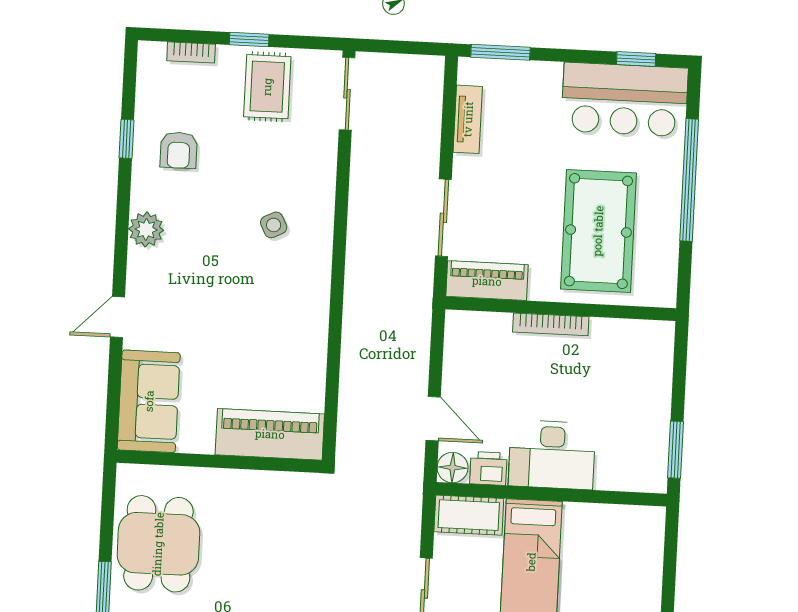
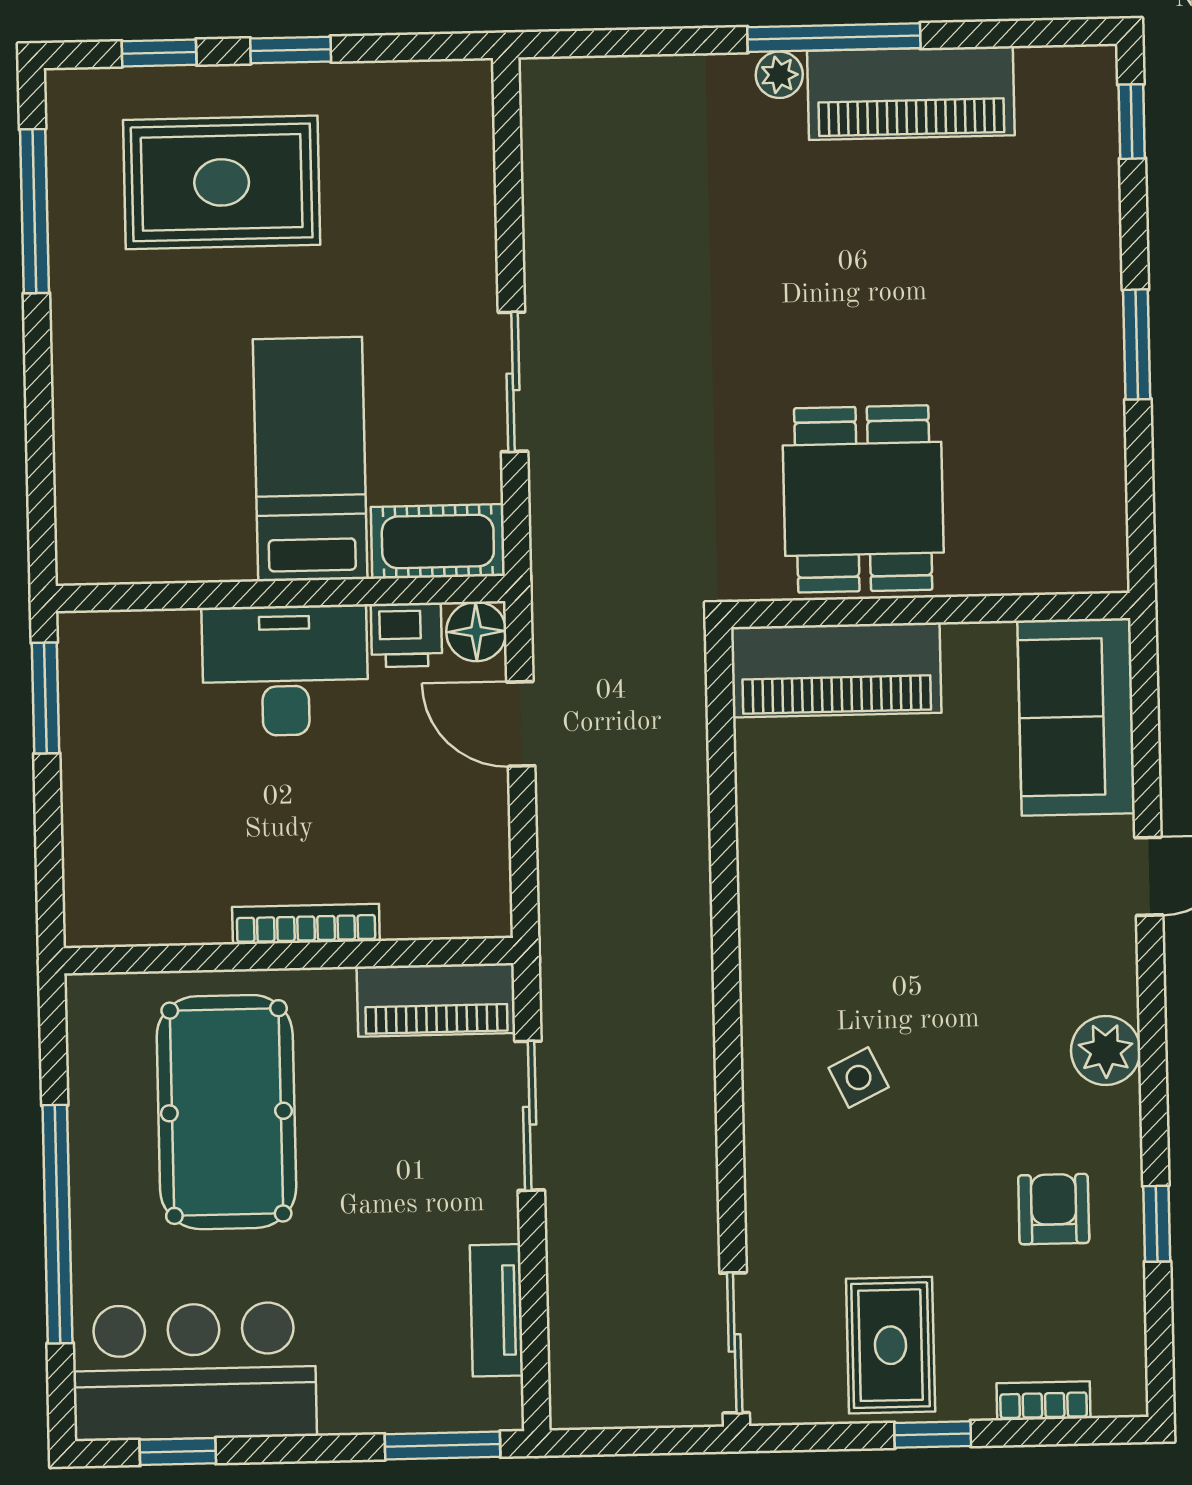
dining table: (158, 544) -> (863, 499), moved

